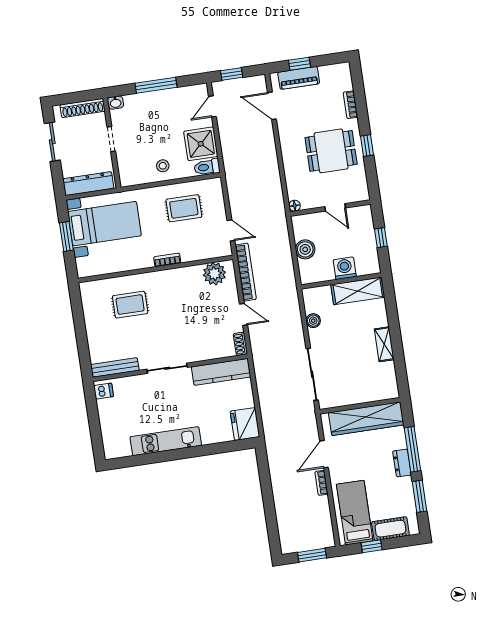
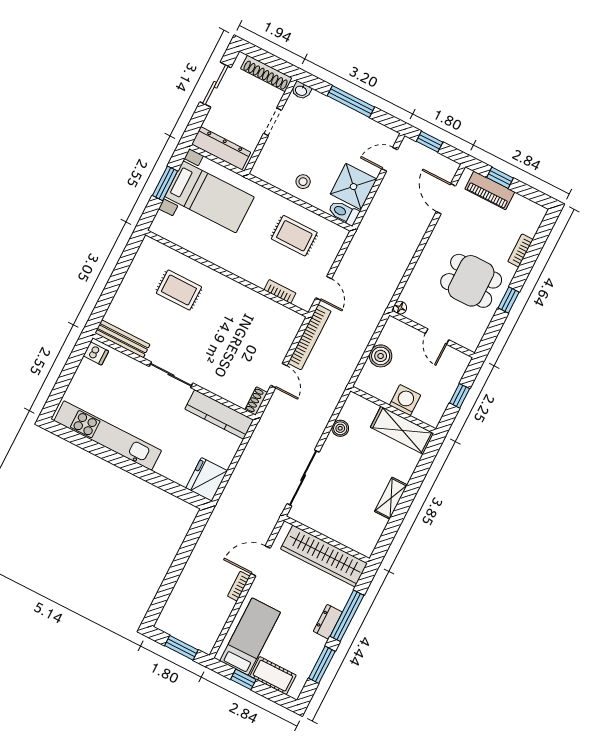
bookcase: (167, 260) -> (280, 291), moved
plant: (214, 274) -> (279, 318), removed
kitchen unit: (166, 441) -> (108, 436), width x1.36

